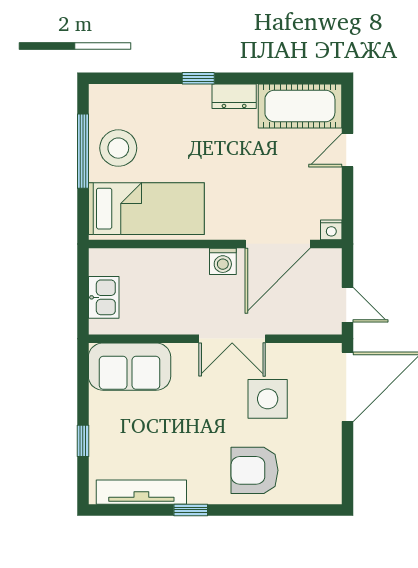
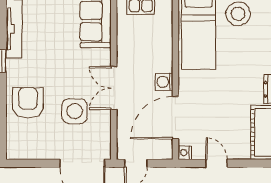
door: (347, 150) -> (216, 163), moved
door: (278, 244) -> (175, 118), hinge flipped

